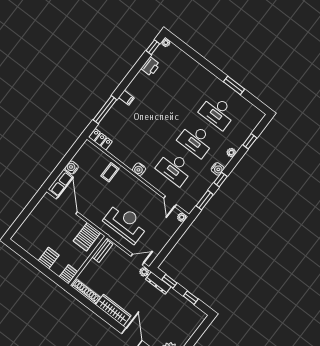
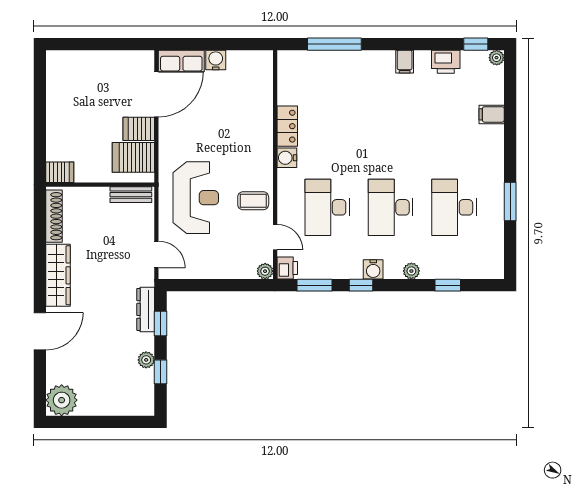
filing cabinet: (189, 64) -> (492, 114), added
filing cabinet: (126, 98) -> (405, 62), moved
locker: (100, 139) -> (287, 126), moved
coffee table: (110, 172) -> (253, 201), moved
door: (170, 201) -> (275, 237), swing flipped
printer: (188, 206) -> (287, 268), added
server rack: (49, 258) -> (139, 129), moved, turned 180
plant: (144, 272) -> (146, 360), moved

